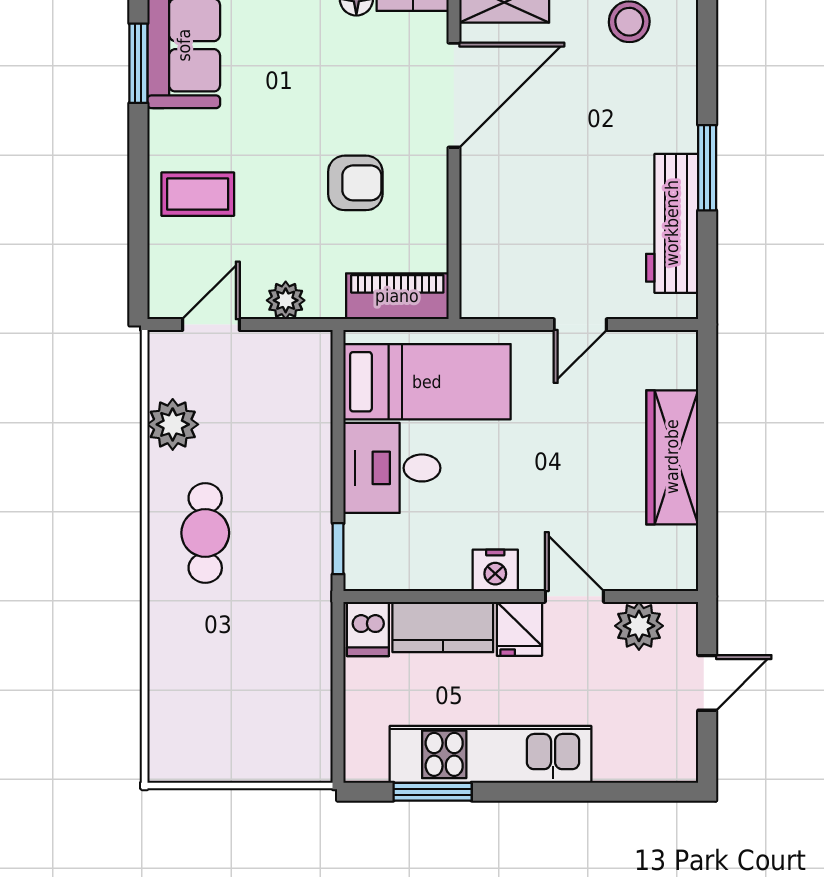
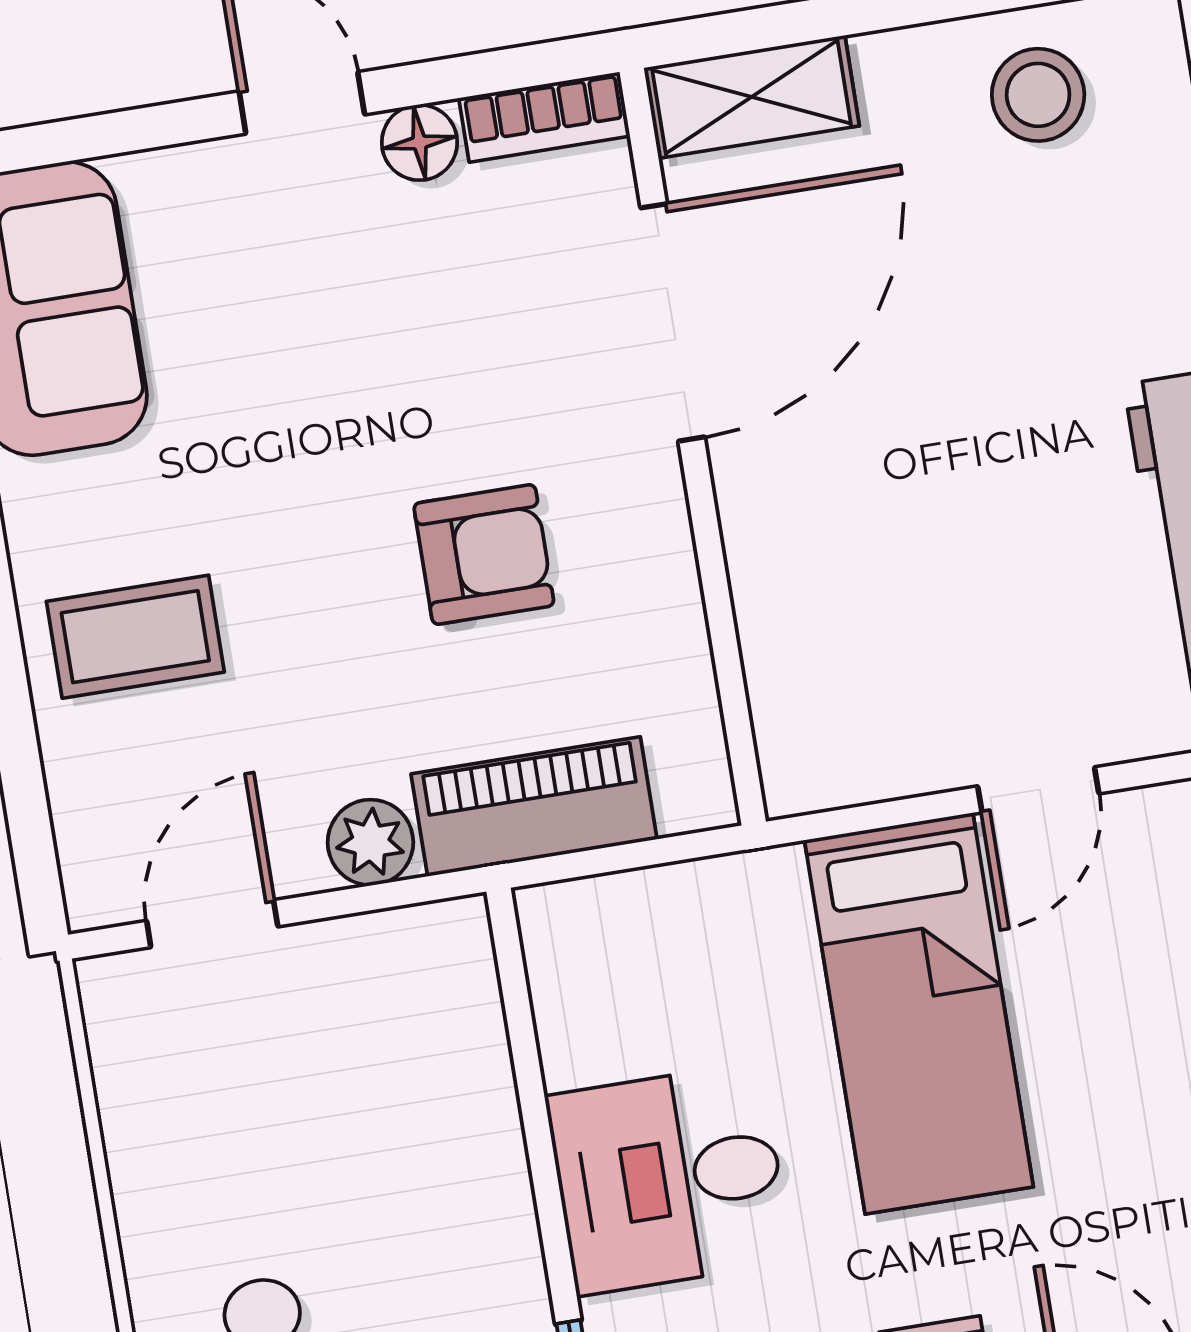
piano: (397, 296) -> (534, 807), moved
bed: (427, 382) -> (919, 1013), moved, turned 90
plant: (173, 424) -> (163, 1161), removed

